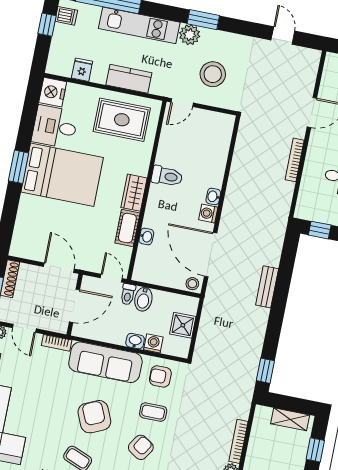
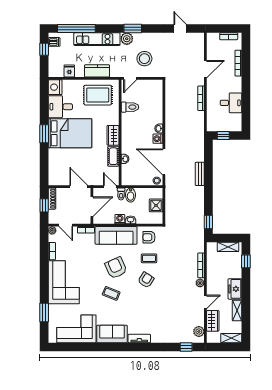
toilet: (167, 176) -> (130, 107), moved
washing machine: (153, 343) -> (120, 219), moved

